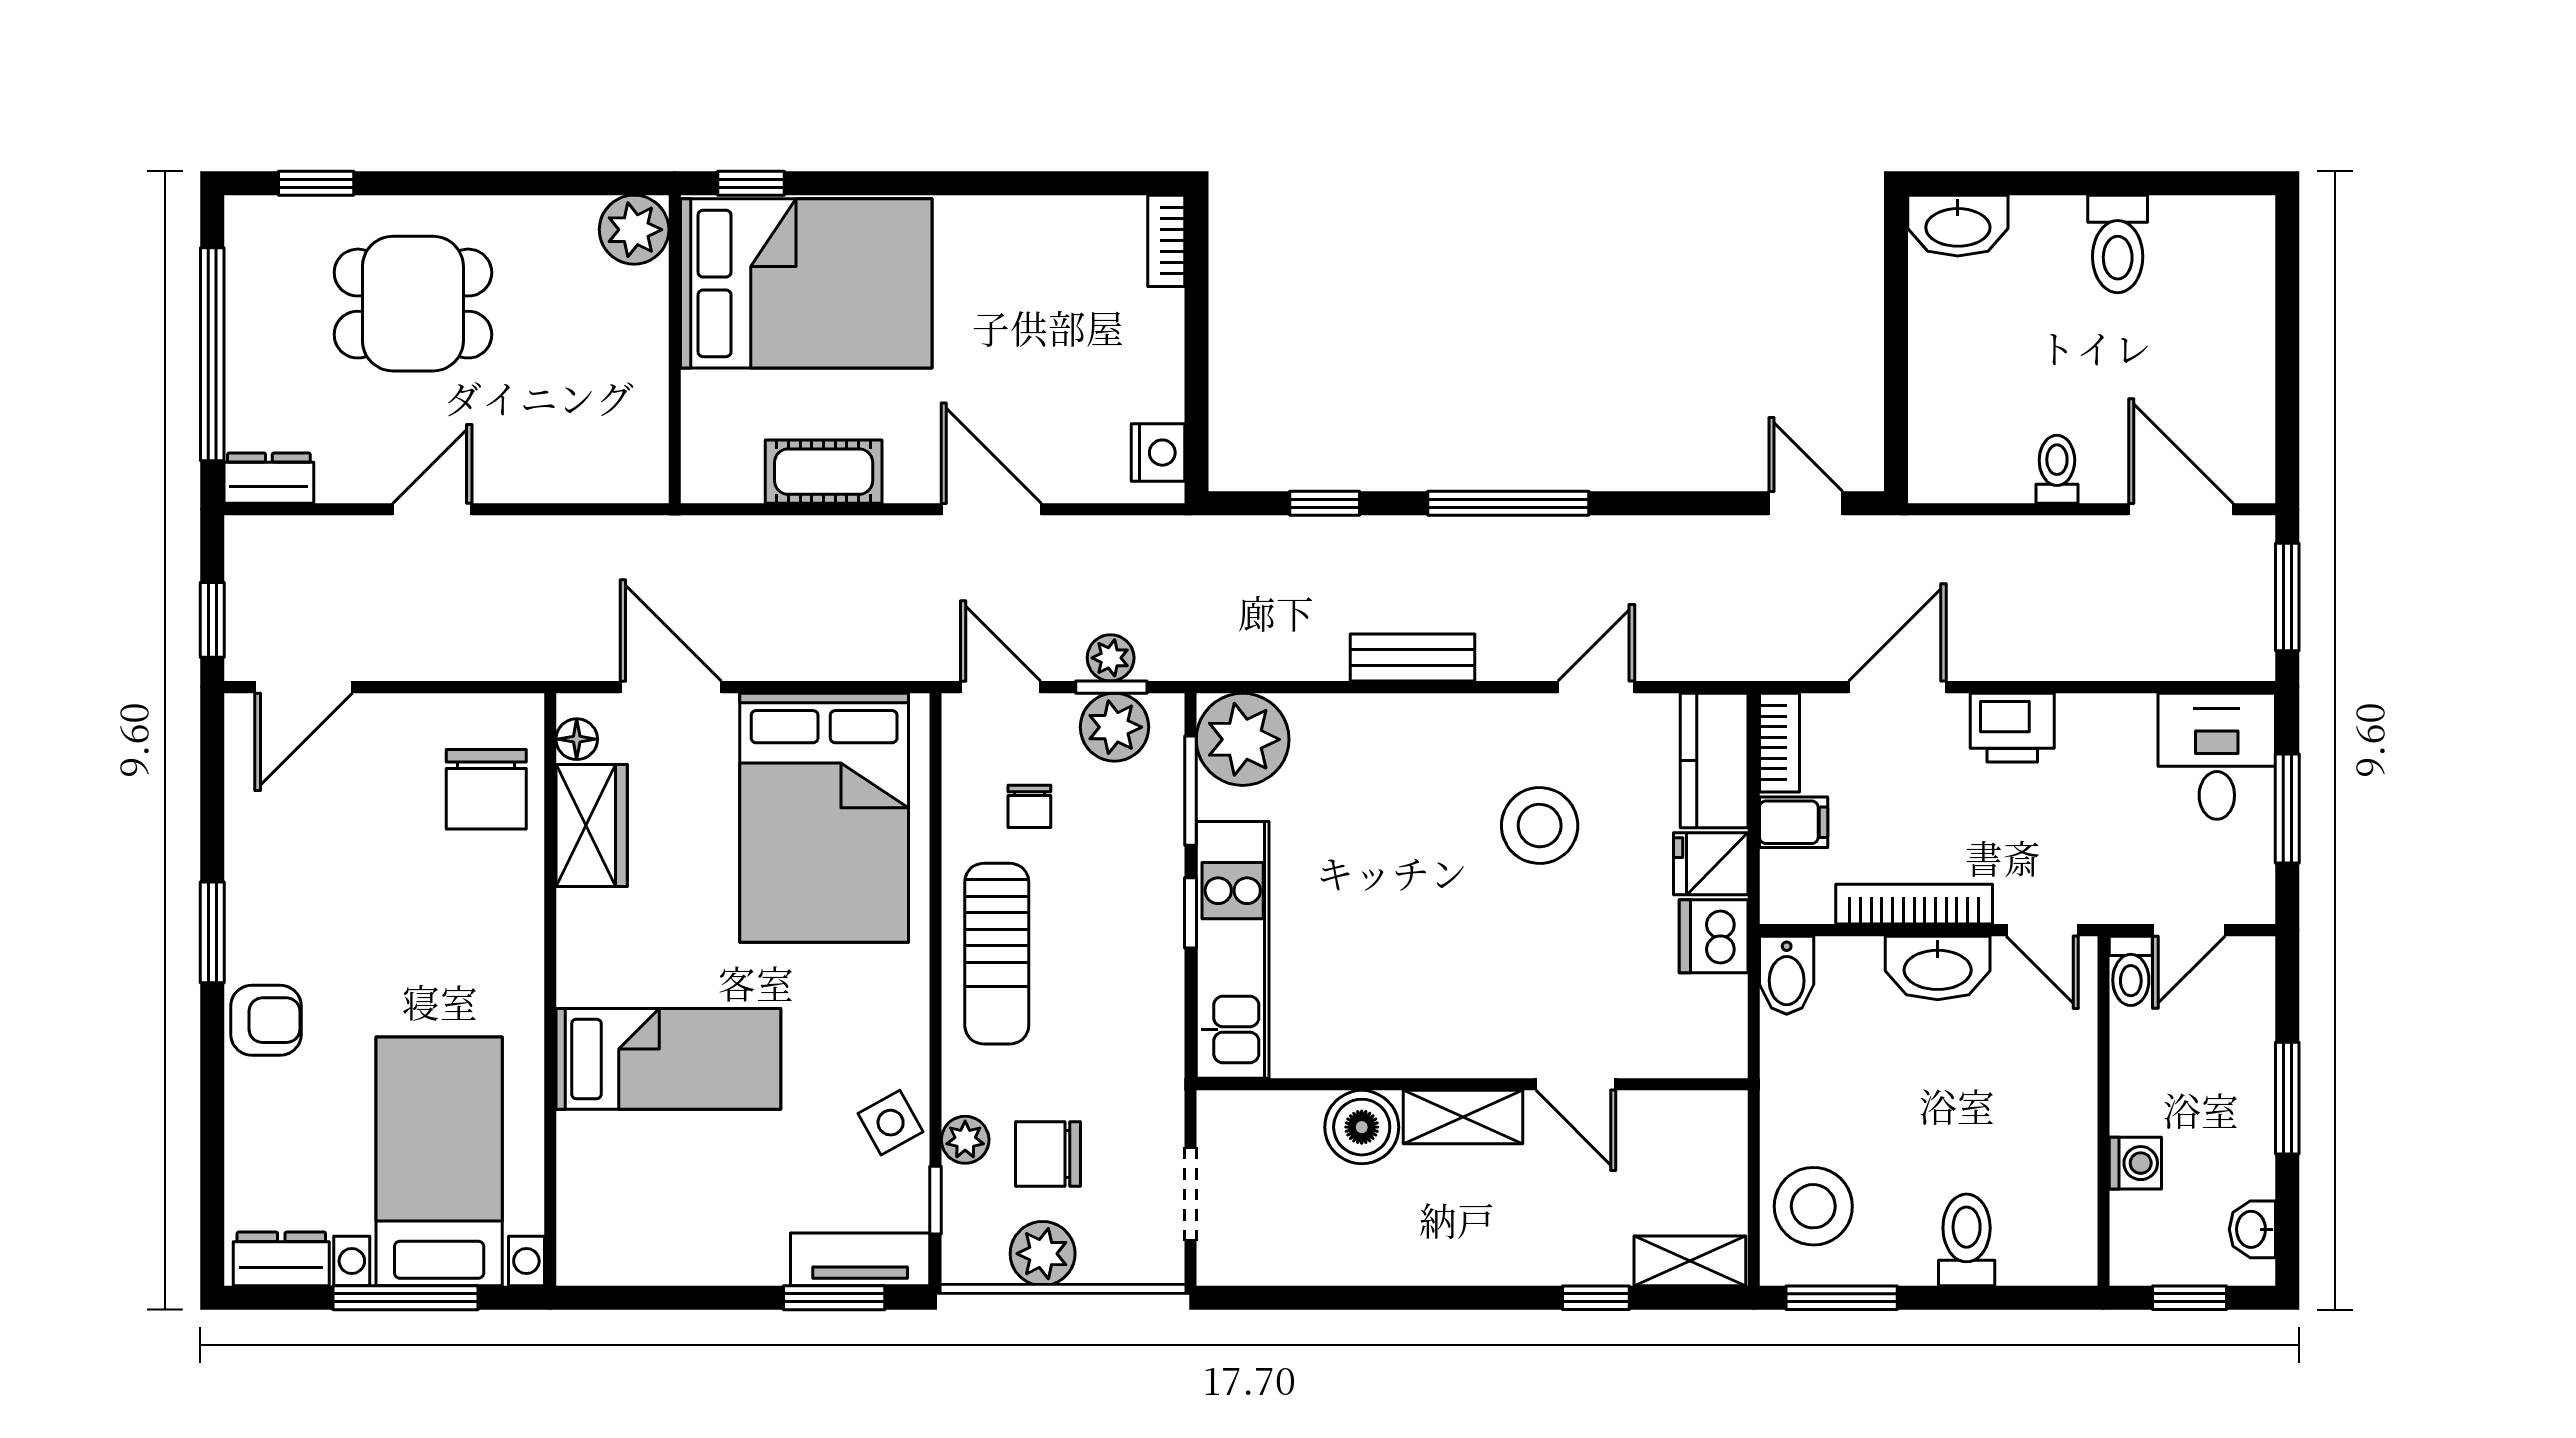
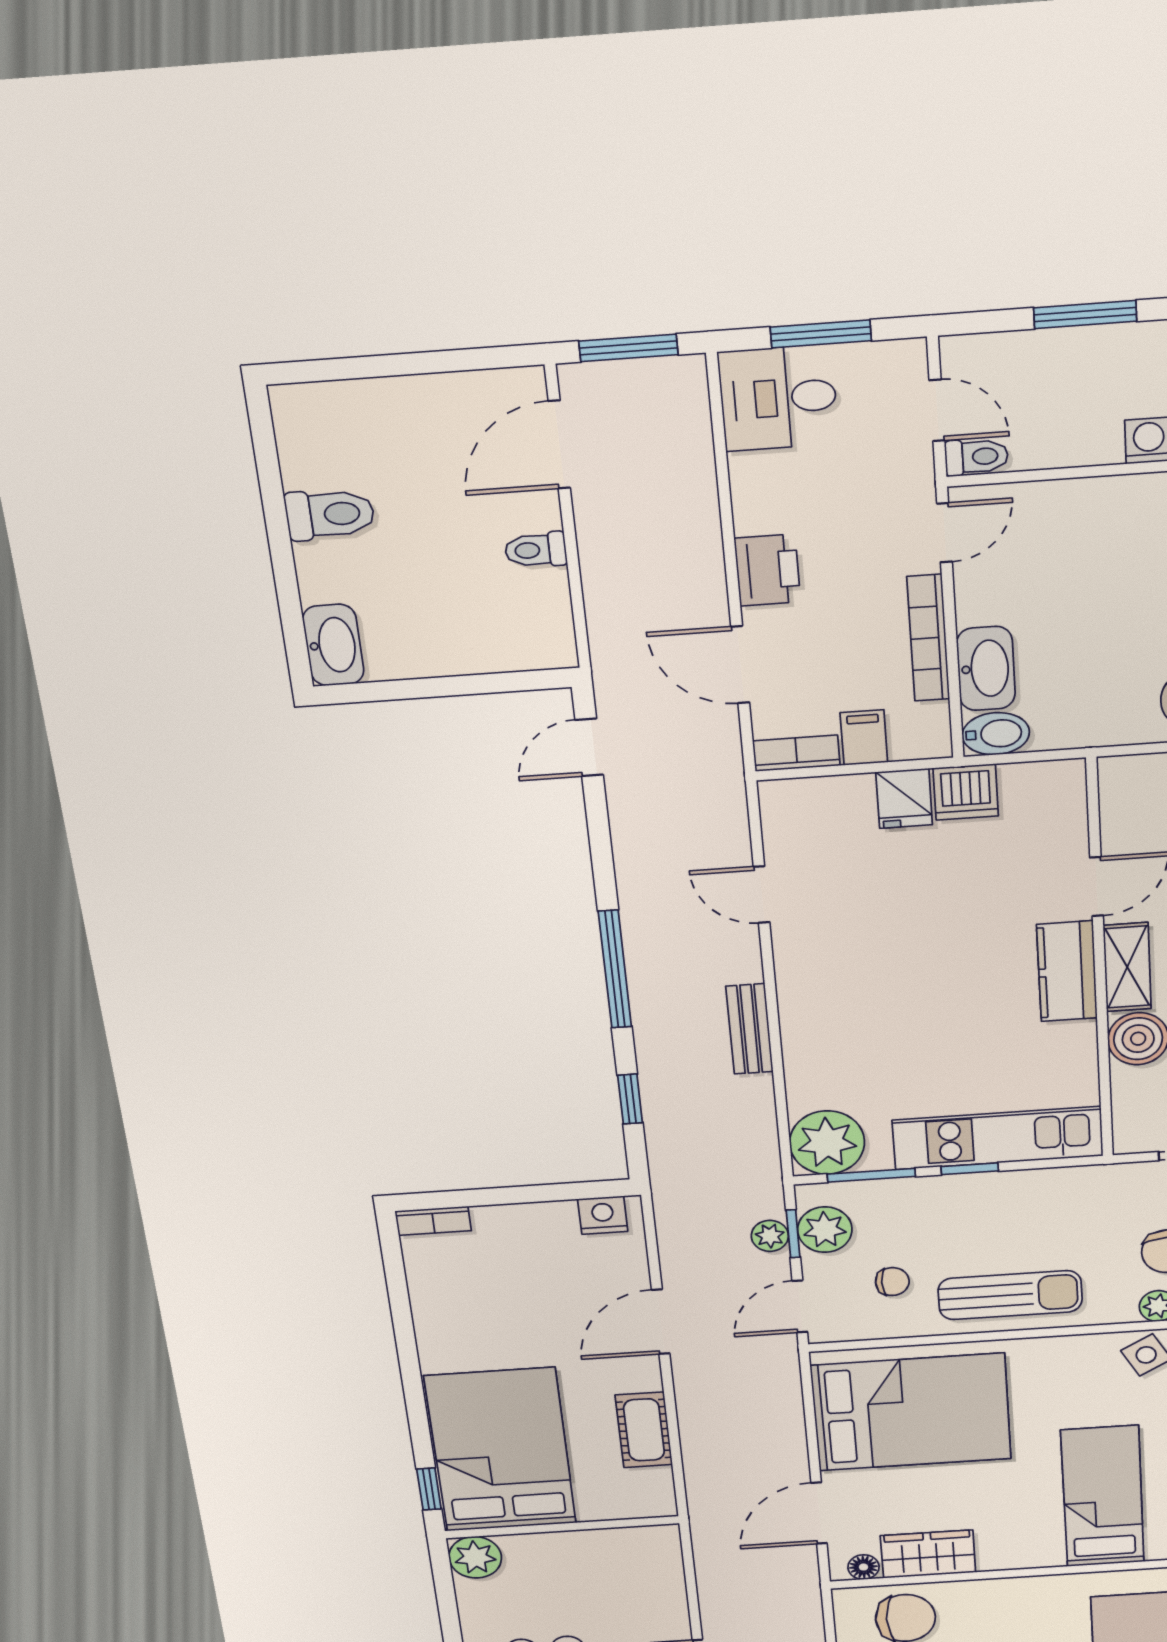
kitchen counter: (1714, 761) -> (1067, 971), moved, turned 90
stool: (1540, 826) -> (881, 928), removed
washbasin: (1938, 968) -> (986, 669), moved

